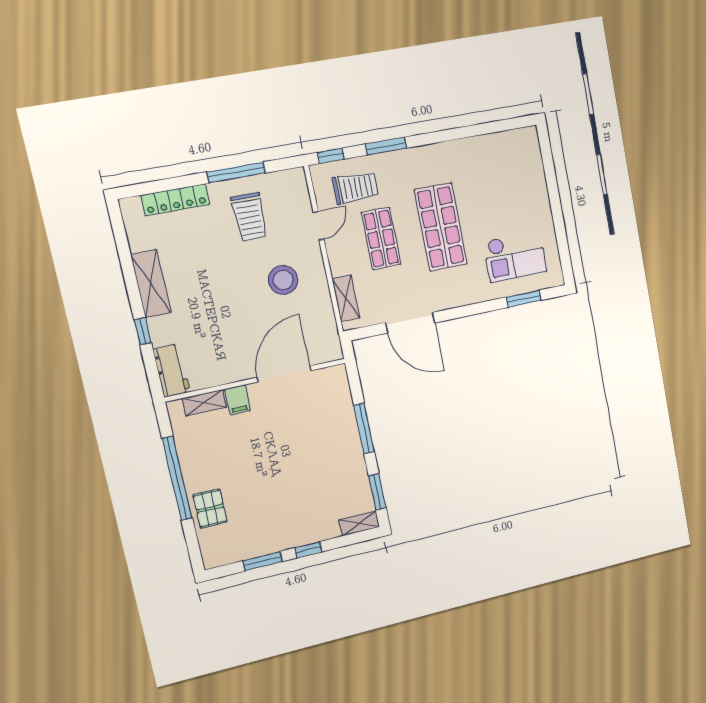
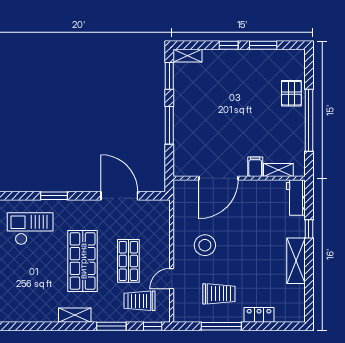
locker: (175, 200) -> (259, 315), width x0.66
trolley: (249, 217) -> (219, 294), turned 90
shelving: (346, 298) -> (75, 315), moved, turned 90
window: (524, 299) -> (54, 196), moved

